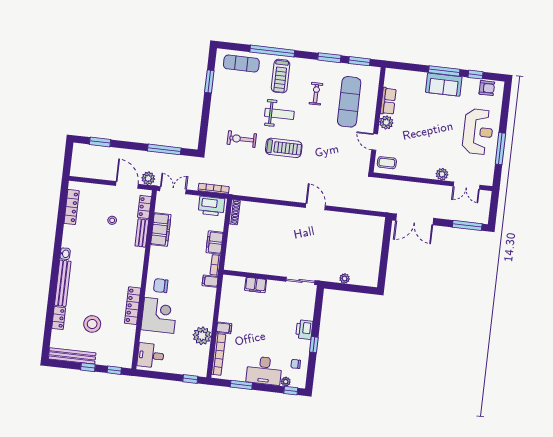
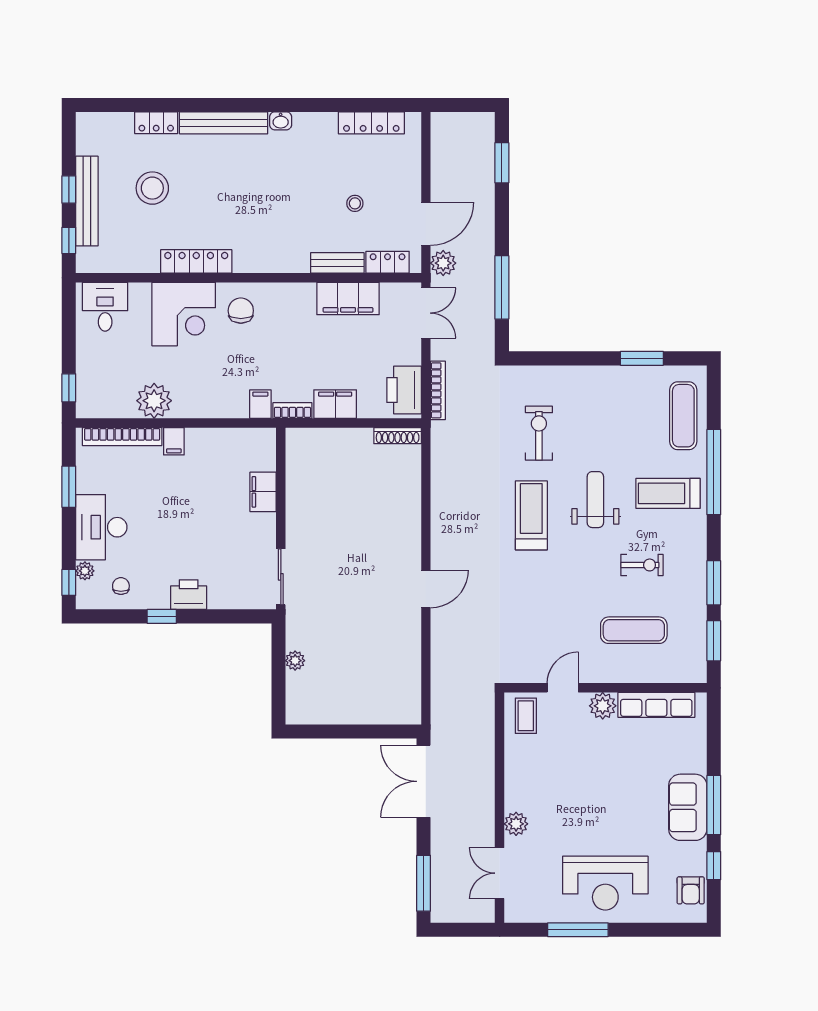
row of seats: (388, 101) -> (656, 705), width x1.48
exercise mat: (349, 102) -> (634, 630), width x0.73, depth x0.69
weight bench: (279, 114) -> (595, 500), turned 180
treadmill: (284, 148) -> (531, 515), turned 180
bench: (72, 356) -> (87, 201), moved

